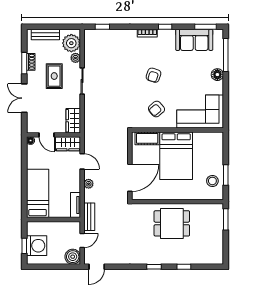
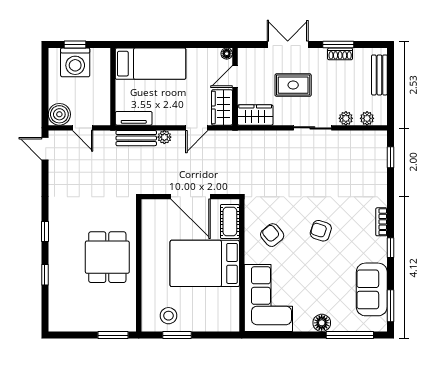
plant: (71, 43) -> (367, 118), width x0.53, depth x0.53
rug: (54, 76) -> (293, 85), moved
door: (130, 178) -> (191, 197), moved
bench: (89, 217) -> (136, 138), moved

